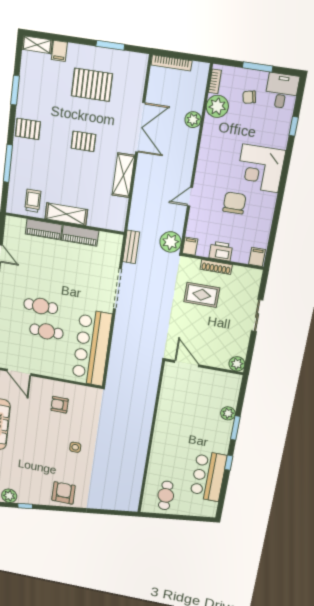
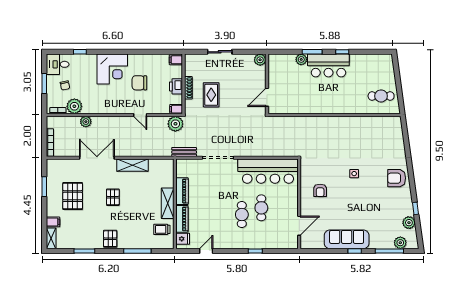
fridge: (18, 226) -> (183, 239), added
bar counter: (208, 476) -> (328, 65), moved

